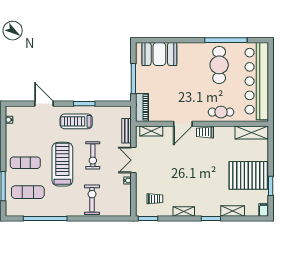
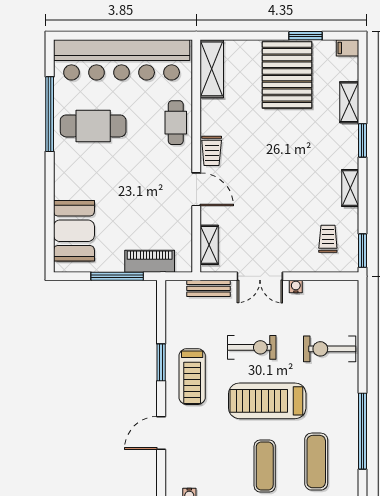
piano: (142, 107) -> (150, 261), moved

